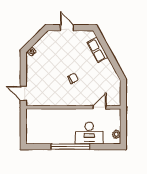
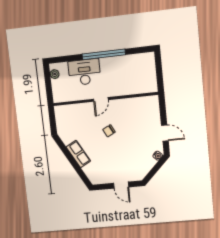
row of seats: (98, 50) -> (78, 154), moved
door: (23, 93) -> (165, 133), moved
door: (100, 107) -> (101, 99), moved

